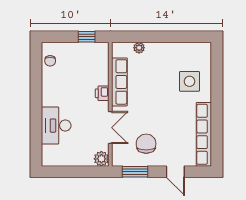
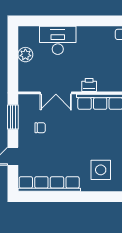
chair: (146, 144) -> (40, 128), width x0.54, depth x0.54
plant: (101, 159) -> (25, 55), moved

